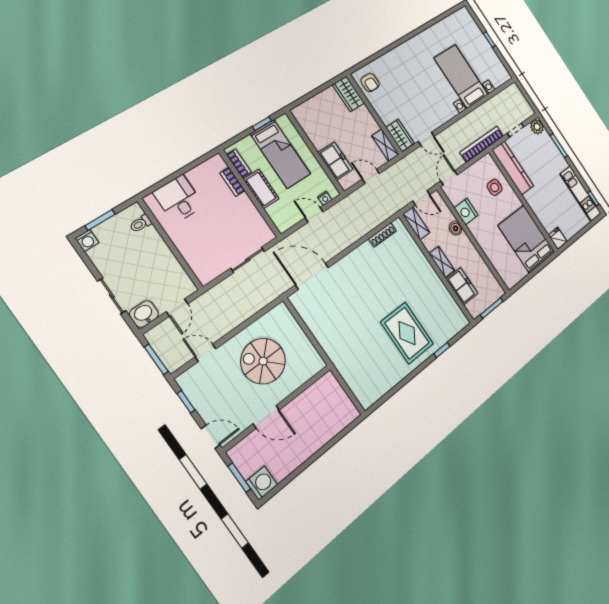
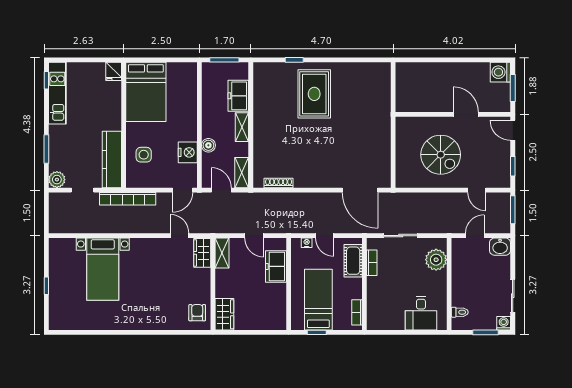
bookcase: (232, 182) -> (372, 263), moved
cot: (261, 189) -> (353, 261), moved
plant: (199, 259) -> (436, 260), added
sliding door: (112, 296) -> (513, 296), moved

